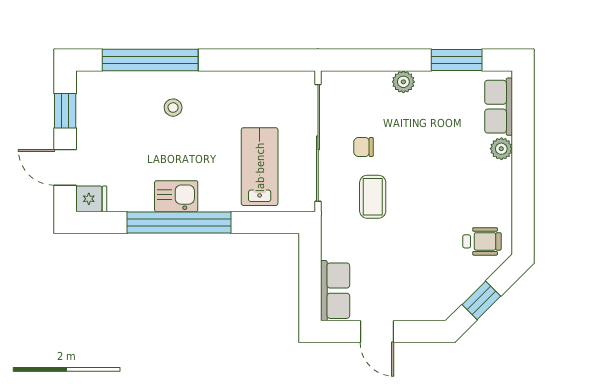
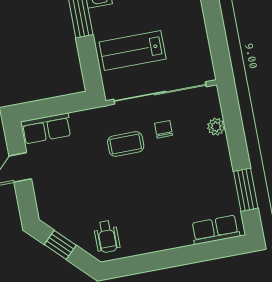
plant: (403, 82) -> (216, 127), moved
plant: (501, 149) -> (183, 238), removed
lab bench: (260, 167) -> (133, 51), turned 180

